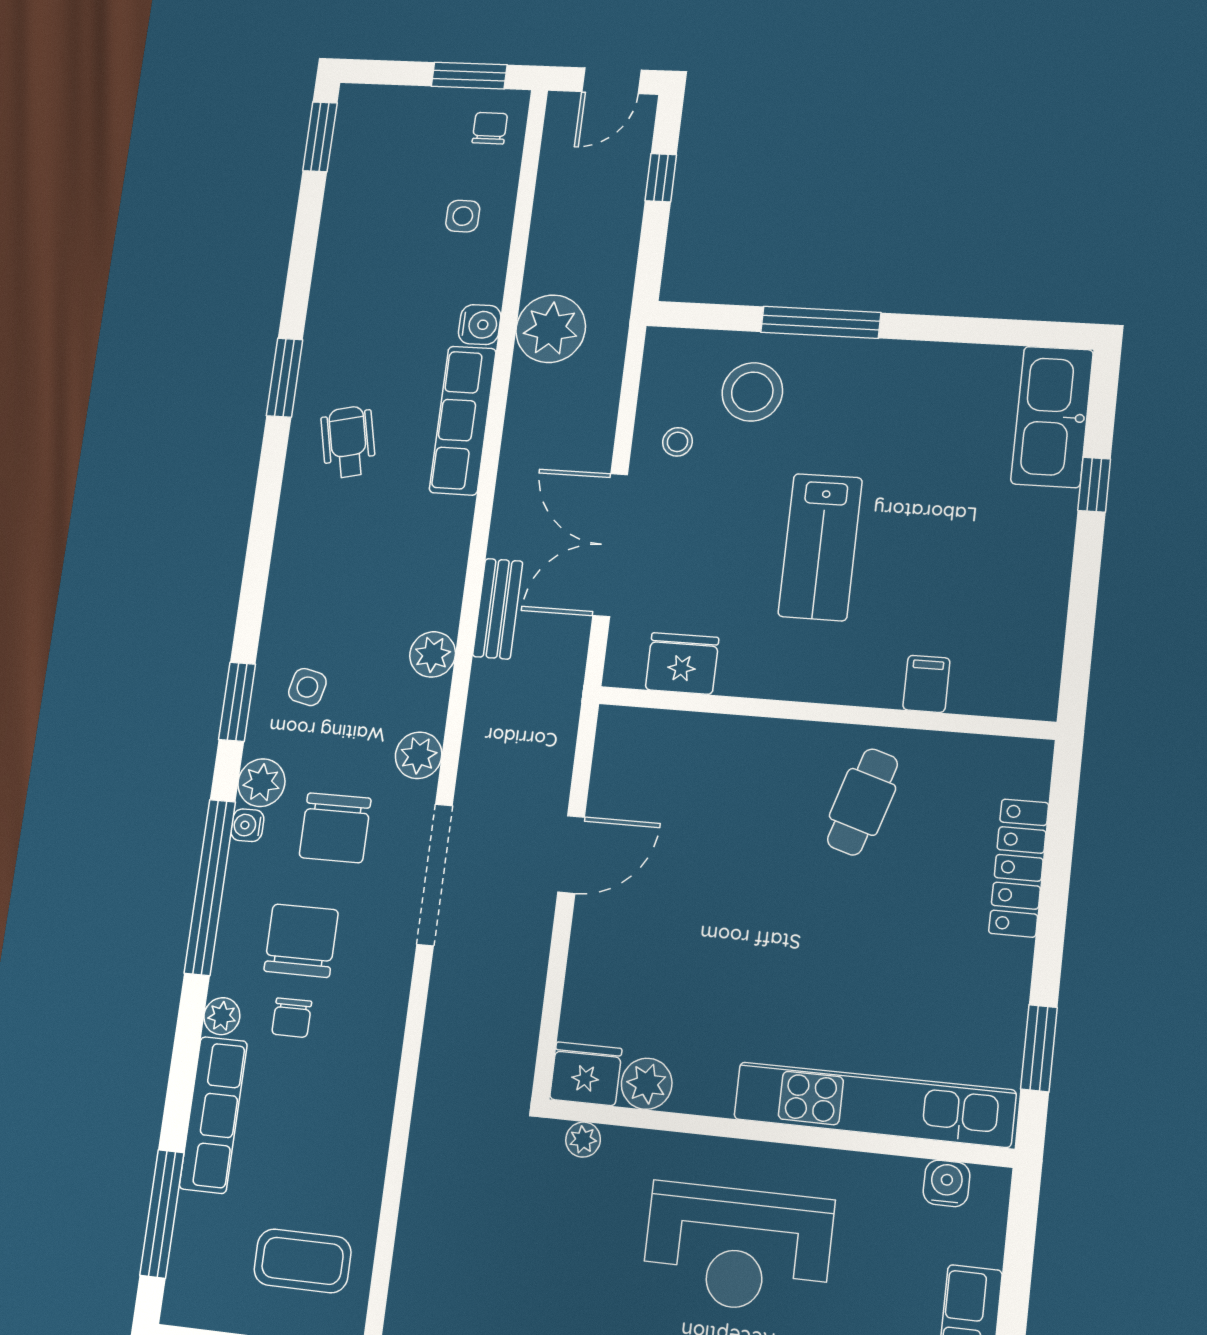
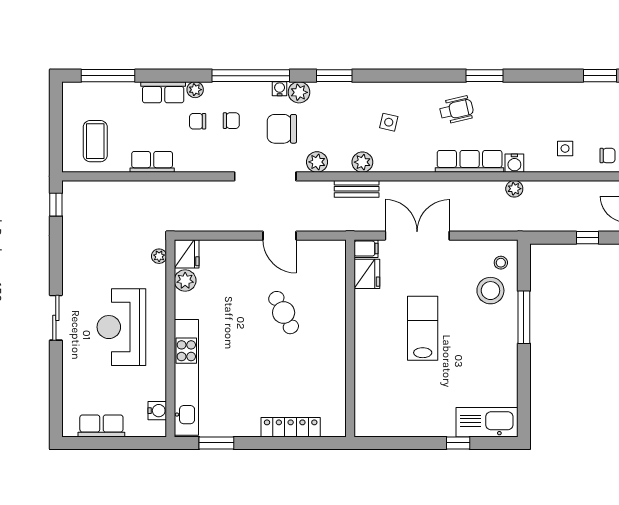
plant: (551, 329) -> (514, 189), width x0.53, depth x0.53
stool: (677, 442) -> (501, 263), moved
lab bench: (820, 547) -> (423, 328), turned 90
bench: (498, 609) -> (357, 189), moved
filing cabinet: (926, 684) -> (366, 249), moved
side table: (307, 687) -> (389, 122), moved
cafe table: (863, 802) -> (284, 313), moved, turned 46
chair: (301, 941) -> (231, 121), width x0.54, depth x0.54
row of seats: (213, 1115) -> (163, 92), width x0.68
row of seats: (367, 1133) -> (152, 162), added

